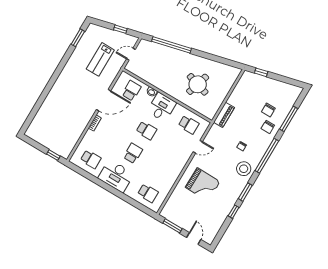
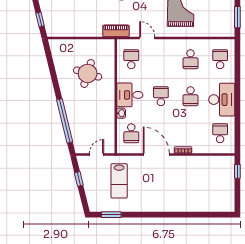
door: (131, 54) -> (97, 155), swing flipped
lab bench: (100, 59) -> (119, 181), turned 90
school desk: (131, 91) -> (131, 133), turned -90
piano: (224, 115) -> (116, 31), moved
school desk: (133, 153) -> (191, 96), turned -90
school desk: (161, 170) -> (191, 59), added

